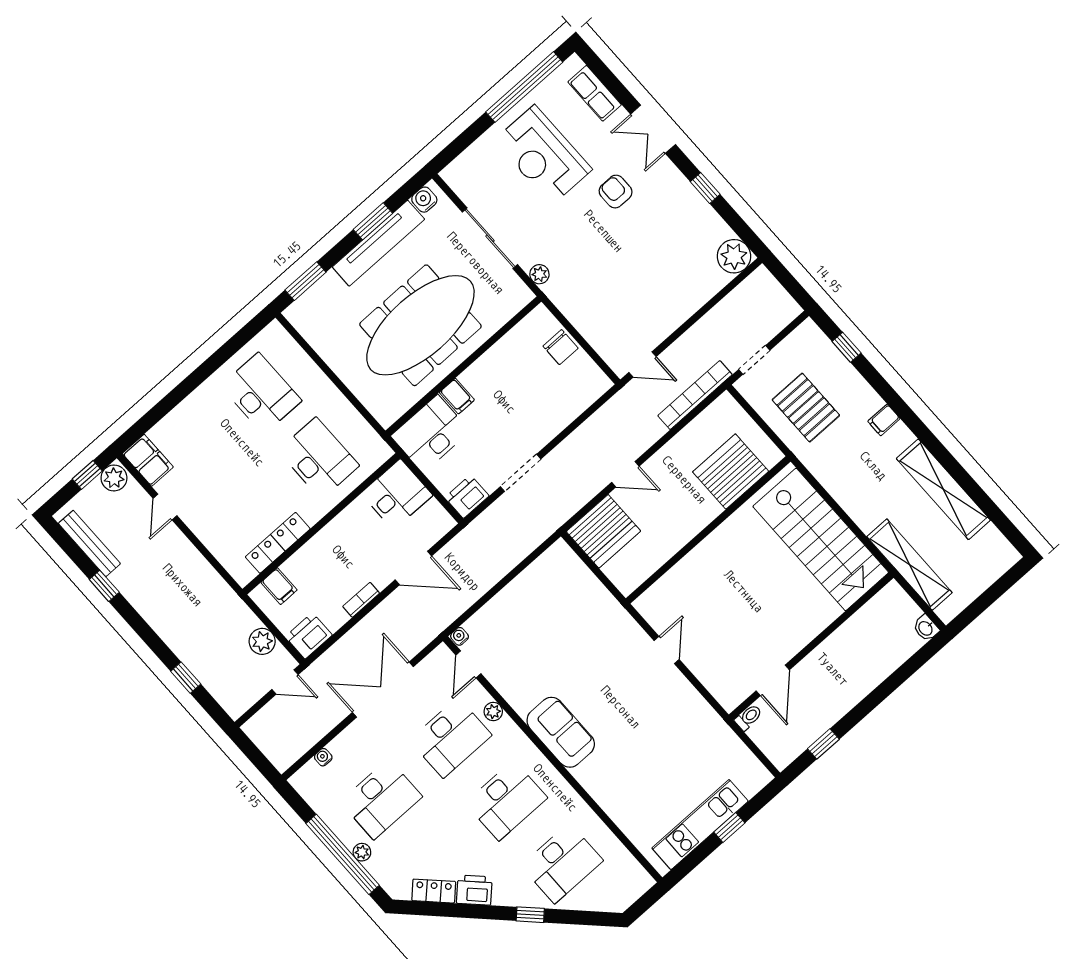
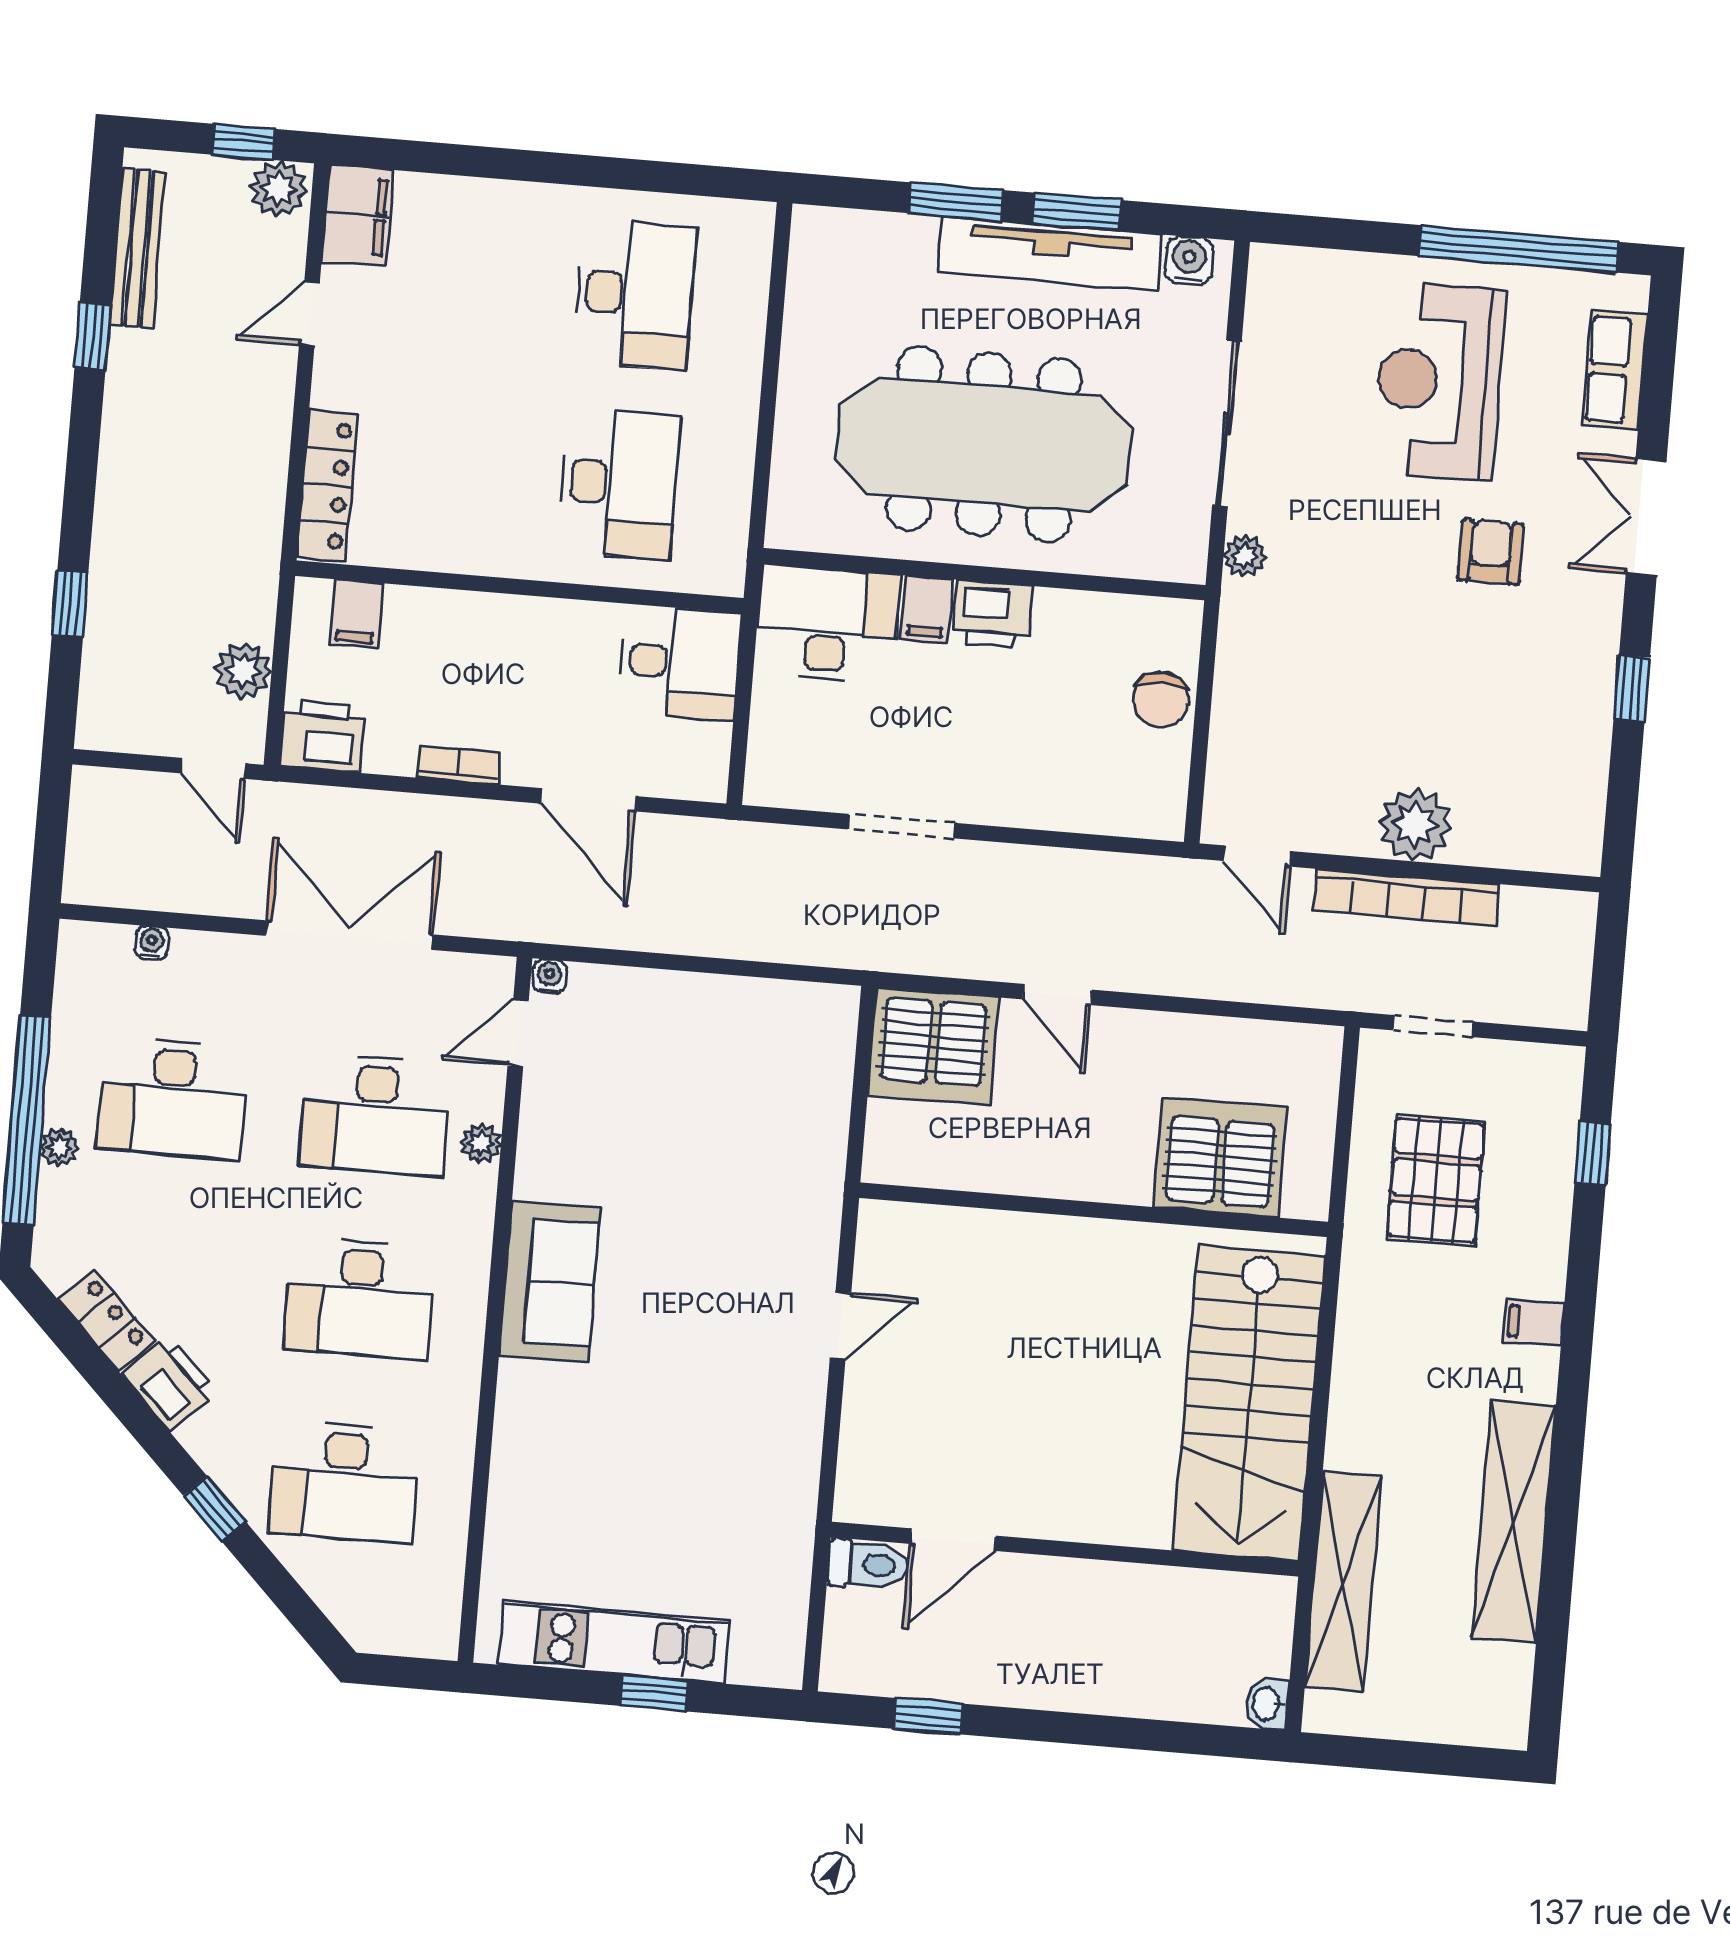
plant: (734, 256) -> (1415, 825), moved
window: (306, 281) -> (956, 202), moved
bookcase: (695, 395) -> (1407, 897), moved, turned 180
printer: (467, 497) -> (992, 614), moved, turned 180
locker: (278, 543) -> (327, 485), moved, turned 90
toilet: (749, 717) -> (868, 1565), width x1.37, depth x1.39

